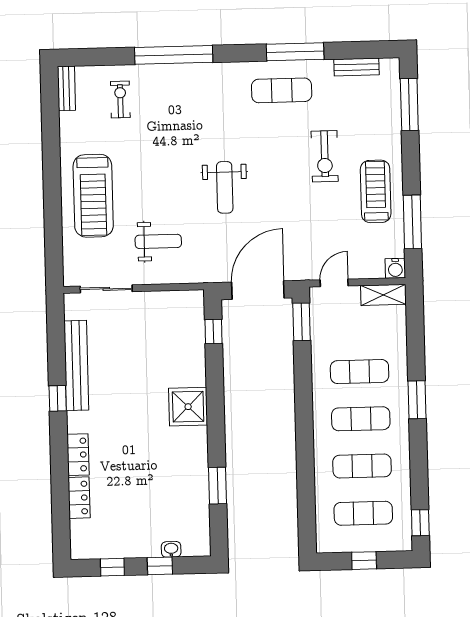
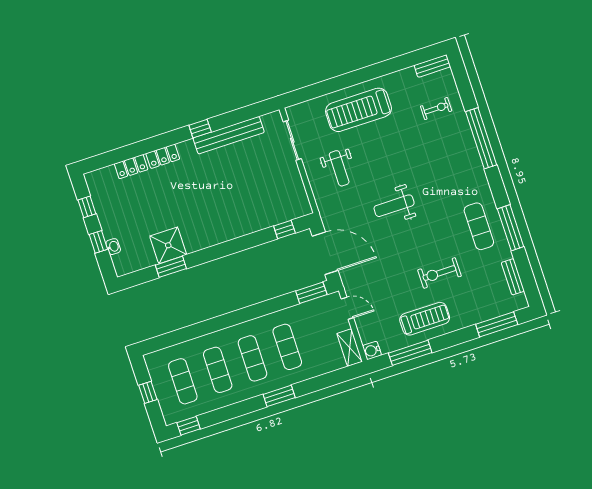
shower: (188, 407) -> (168, 245), moved

